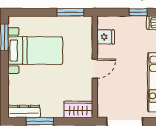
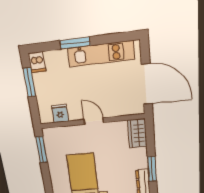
window: (138, 12) -> (29, 82), width x1.50

